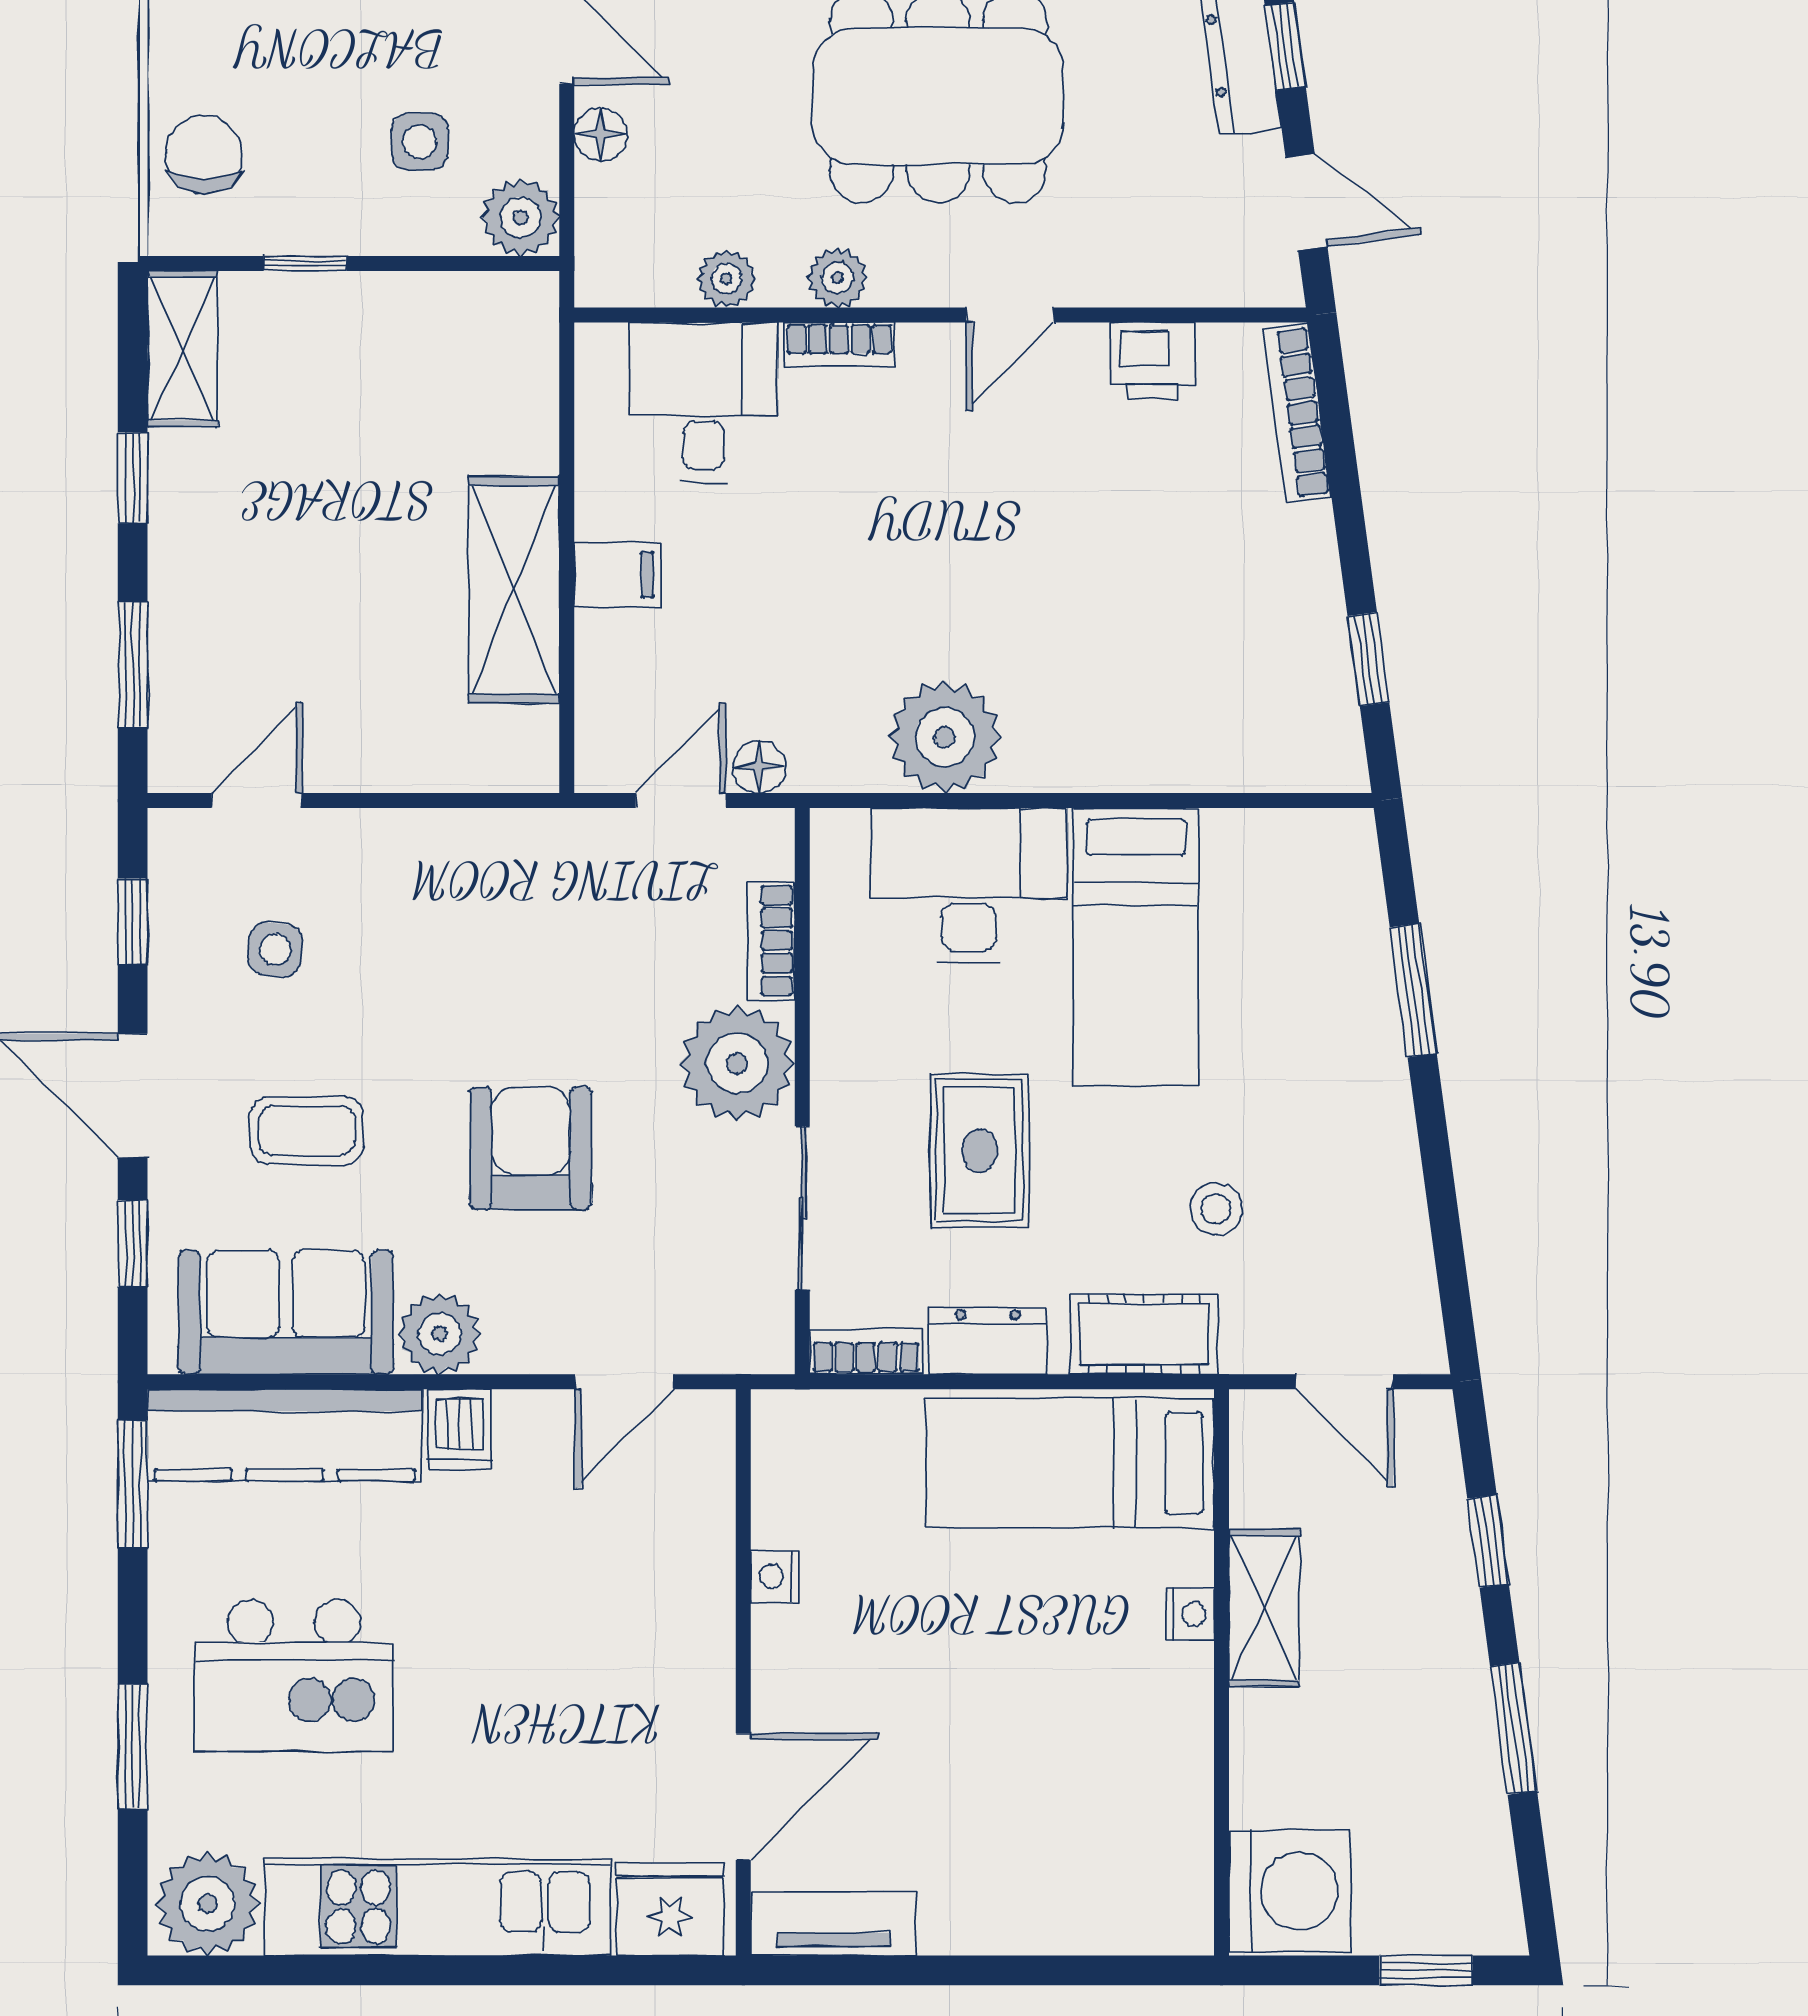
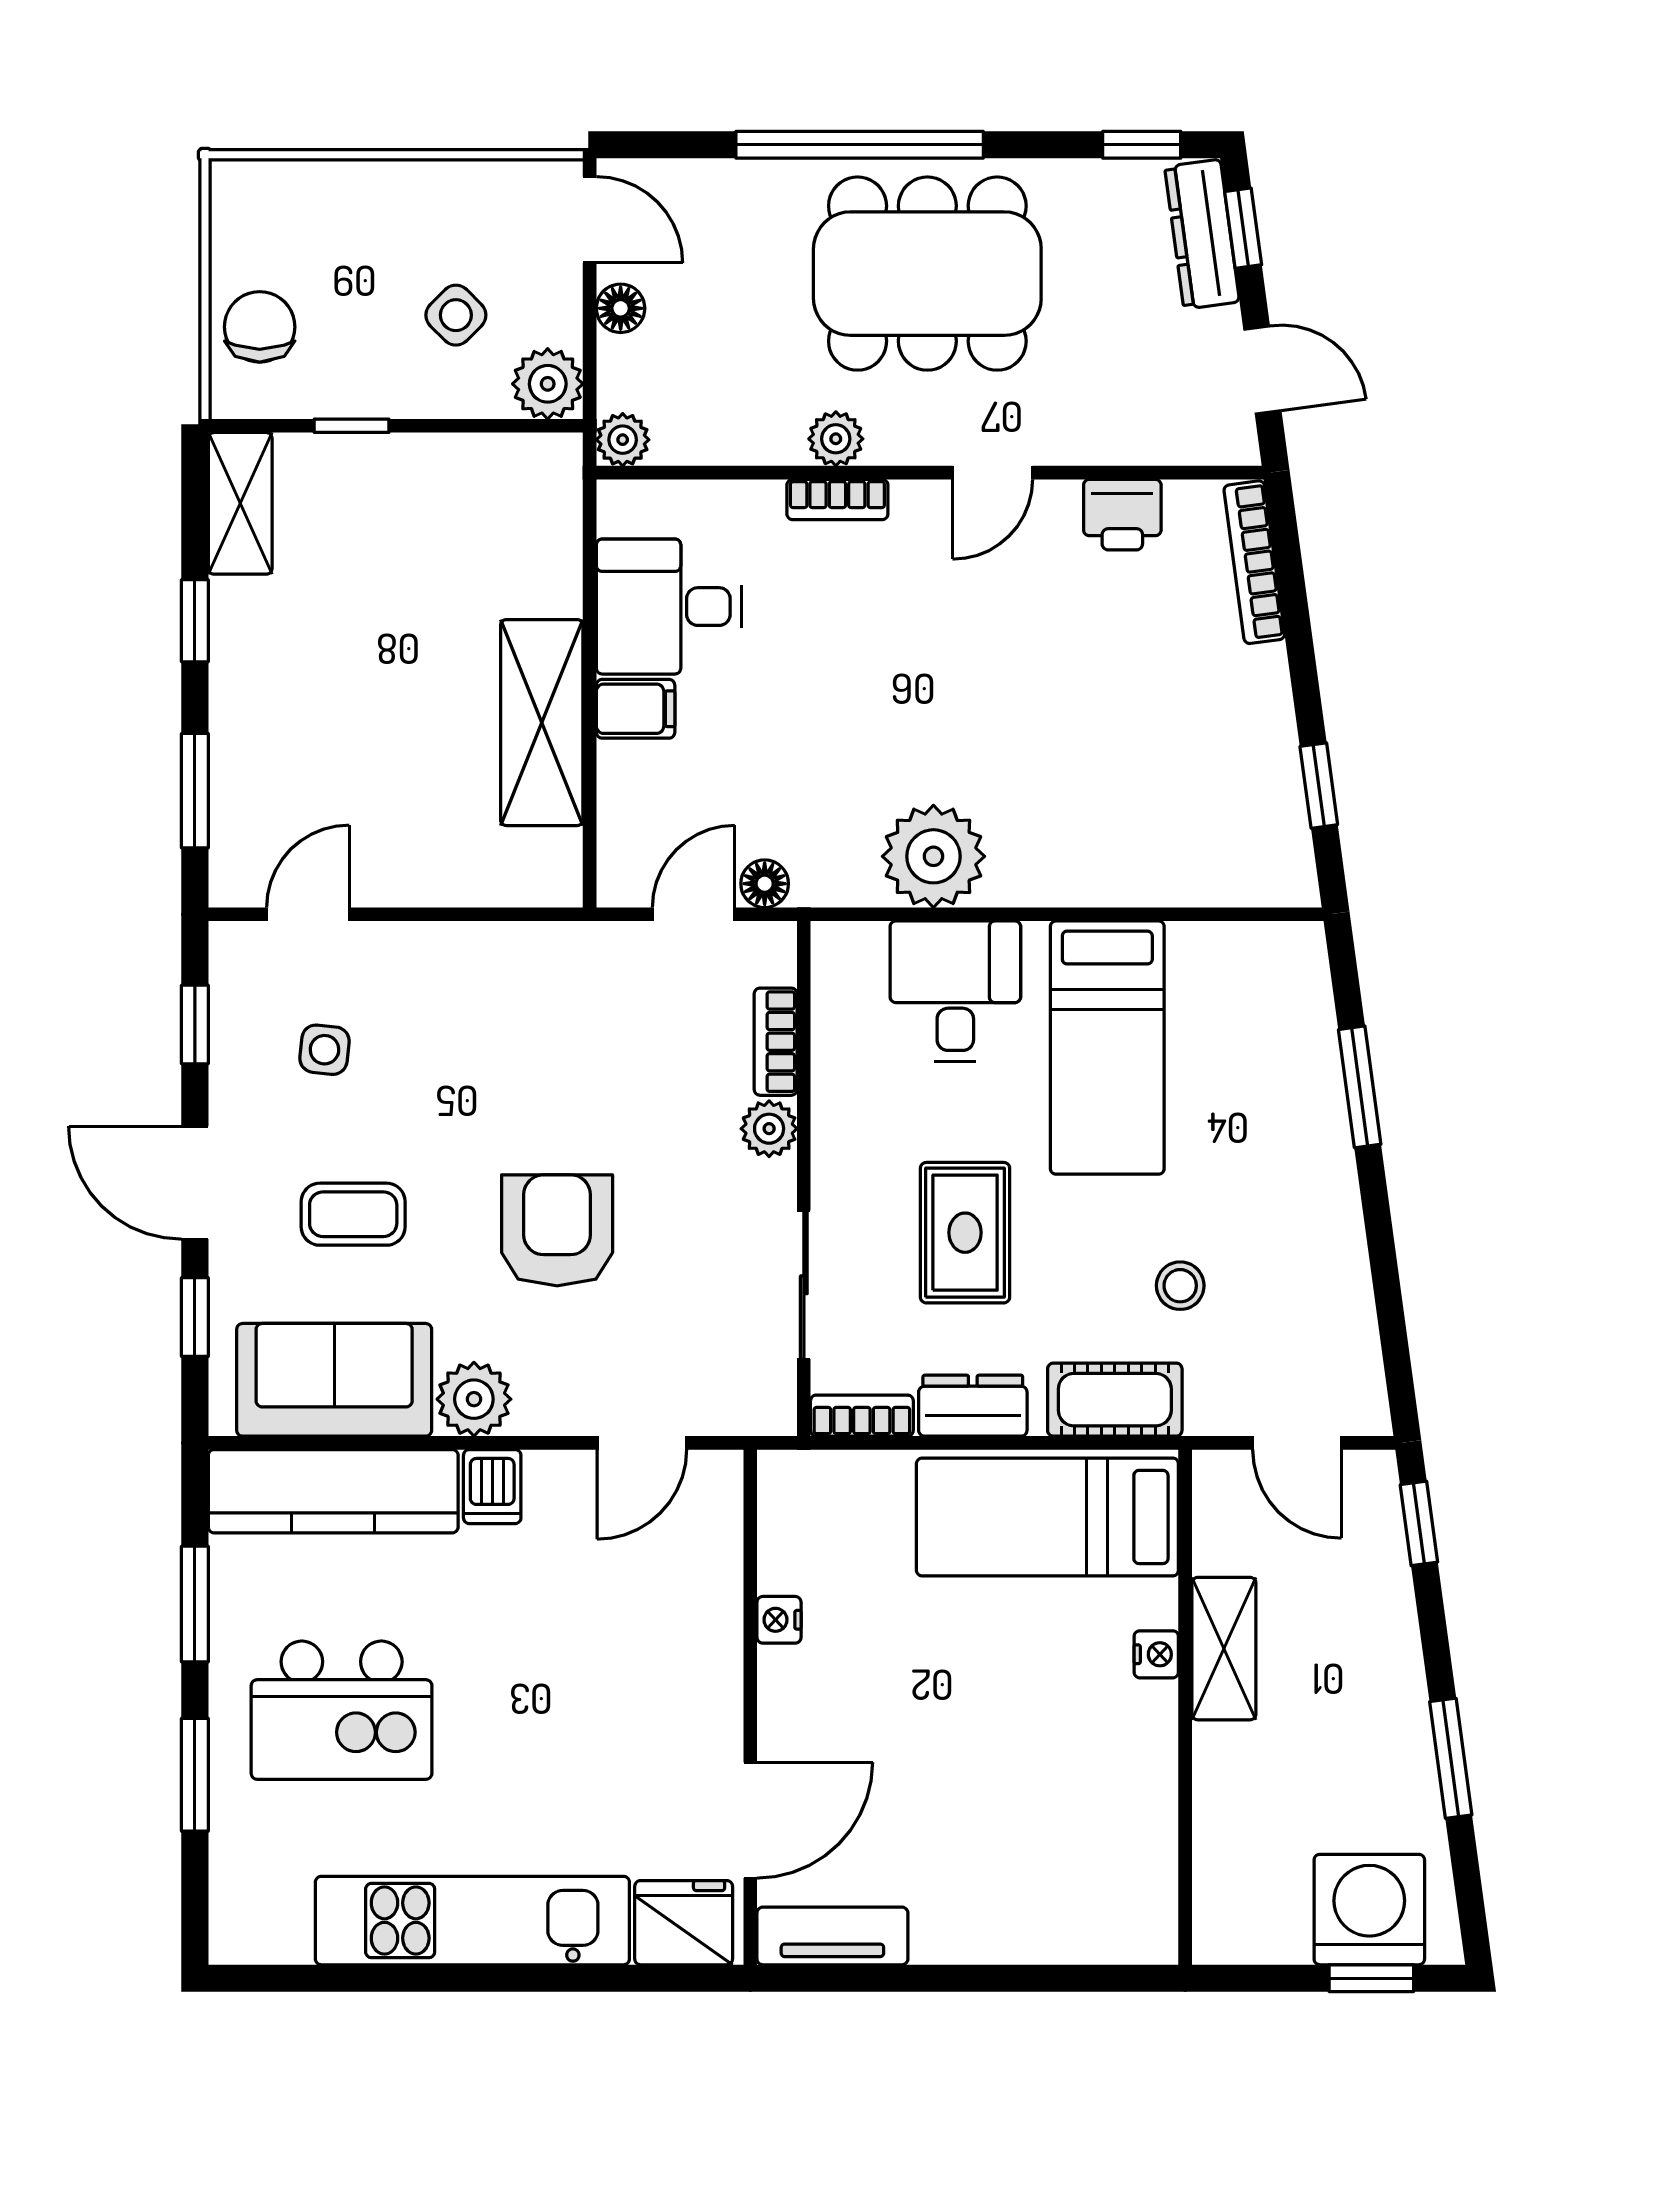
side table: (420, 142) -> (456, 315), turned 45
plant: (726, 279) -> (623, 440), moved
desk: (704, 402) -> (669, 607), moved, turned -90
desk: (969, 885) -> (955, 991), width x0.73
plant: (737, 1063) -> (769, 1129), width x0.53, depth x0.53
window: (133, 1484) -> (195, 1604), moved
window: (1488, 1541) -> (1419, 1523), moved
washing machine: (1290, 1891) -> (1369, 1910), moved, turned -90
plant: (208, 1904) -> (263, 1918), removed

